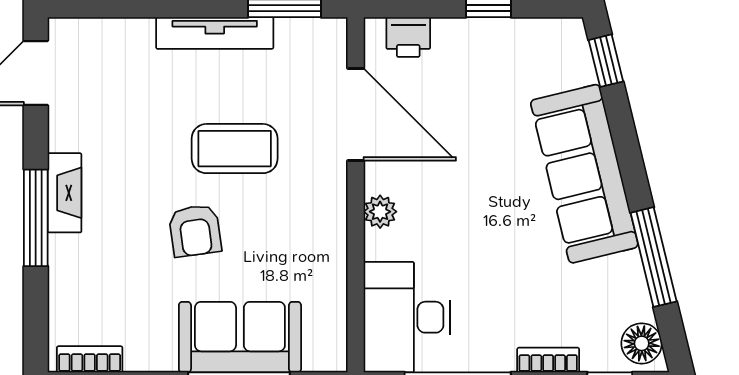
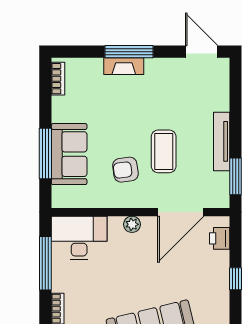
fireplace: (65, 193) -> (124, 66), moved
armchair: (195, 231) -> (125, 170), moved

